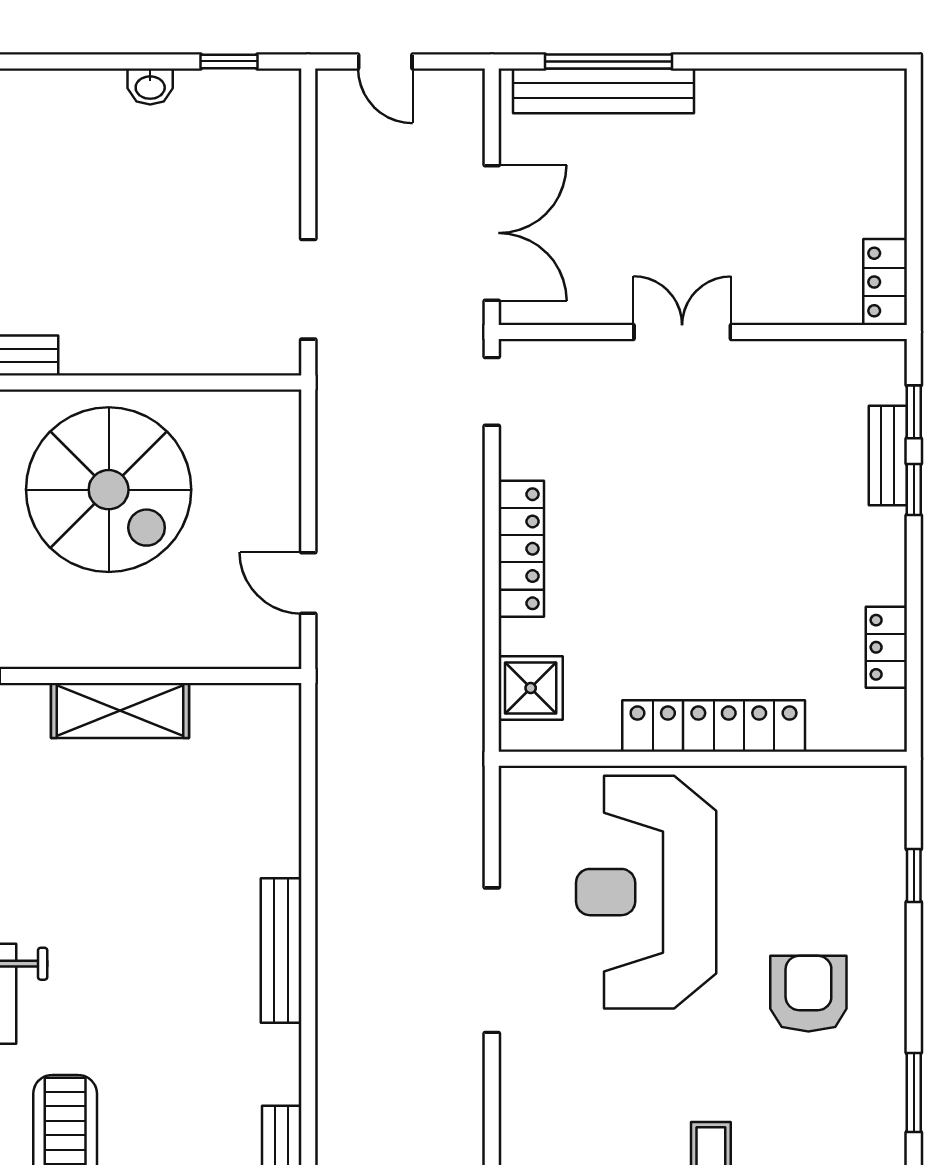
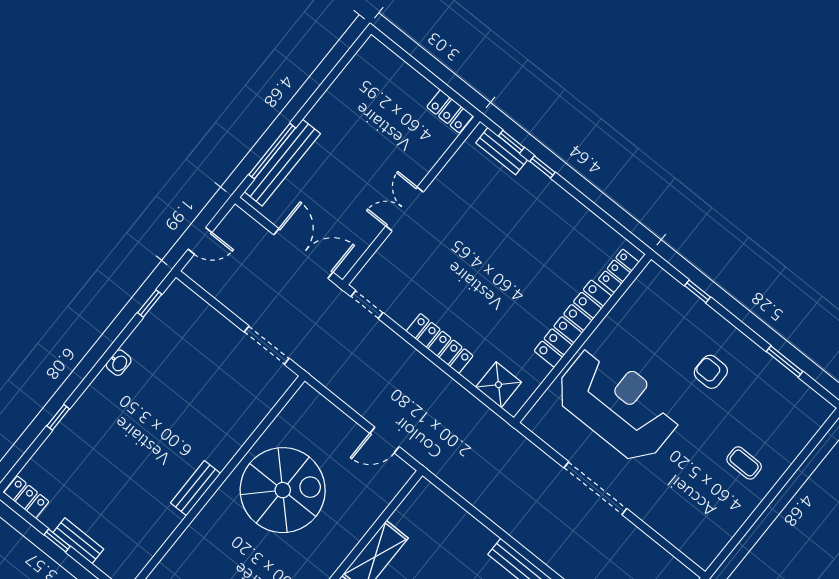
washbasin: (150, 86) -> (119, 363), moved
bench: (888, 456) -> (502, 151), moved
locker: (886, 647) -> (619, 271), moved, turned 90
reception desk: (646, 892) -> (618, 404), turned 180
armchair: (808, 994) -> (711, 372), width x0.72, depth x0.72

